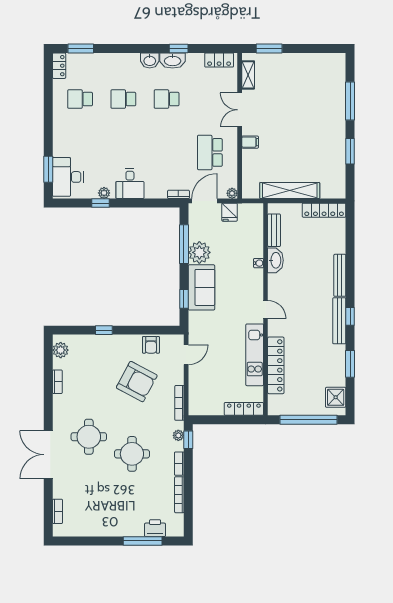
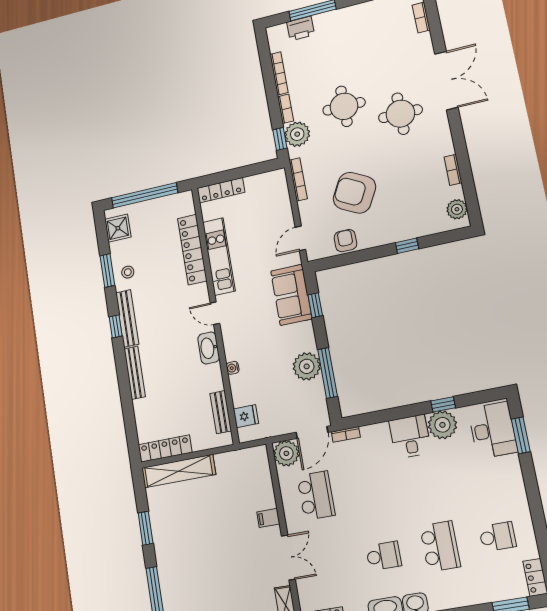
school desk: (123, 99) -> (440, 546), width x1.85
shelving: (290, 191) -> (179, 471), moved
plant: (104, 193) -> (442, 425), width x1.87, depth x1.87
plant: (232, 193) -> (286, 453), width x1.87, depth x1.87
fridge: (230, 212) -> (246, 416), moved, turned 90
washbasin: (275, 260) -> (209, 348), moved
sofa: (201, 287) -> (291, 295), moved
stool: (333, 359) -> (128, 272), added
plant: (178, 435) -> (297, 134), width x1.87, depth x1.87

